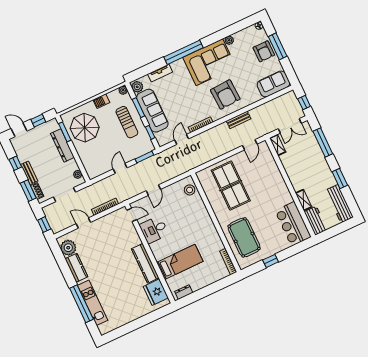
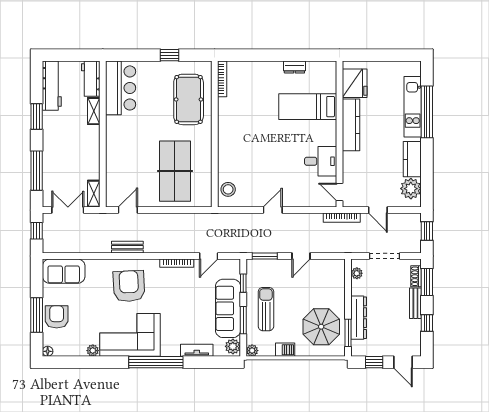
door: (132, 215) -> (339, 192), moved
desk: (154, 230) -> (321, 161), moved
wall: (150, 254) -> (339, 134), moved
bed: (180, 262) -> (308, 107), moved
kitchen counter: (145, 263) -> (351, 125), moved
fridge: (156, 292) -> (355, 83), moved

